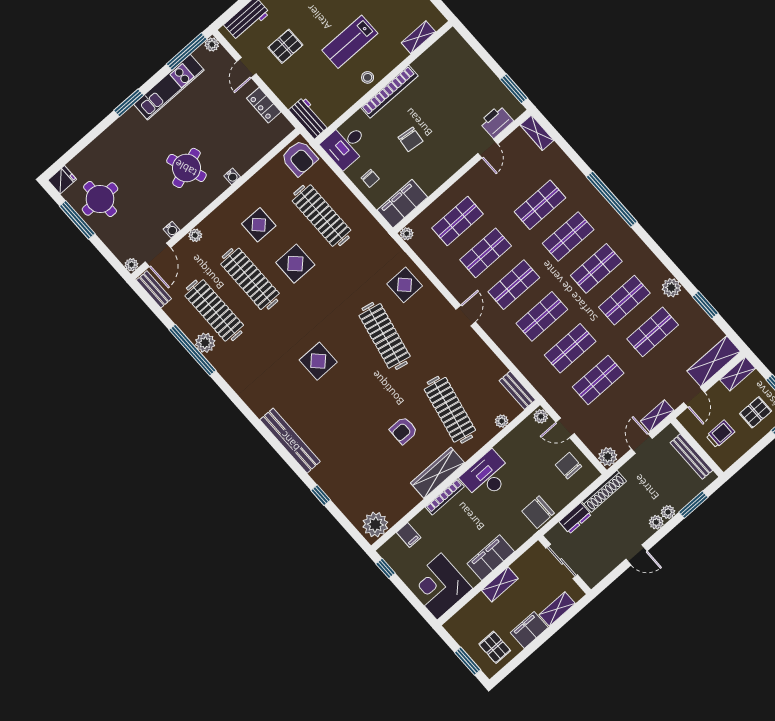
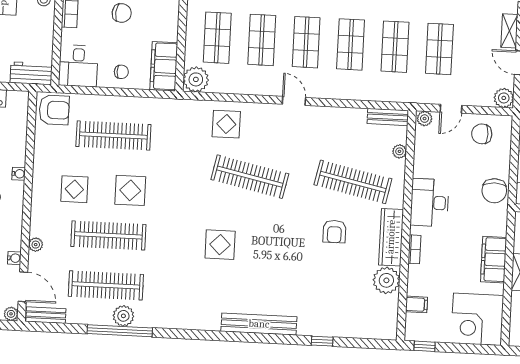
plant: (407, 234) -> (196, 79), width x1.88, depth x1.88
bookcase: (445, 497) -> (414, 249), width x0.64
plant: (375, 525) -> (386, 280), moved

